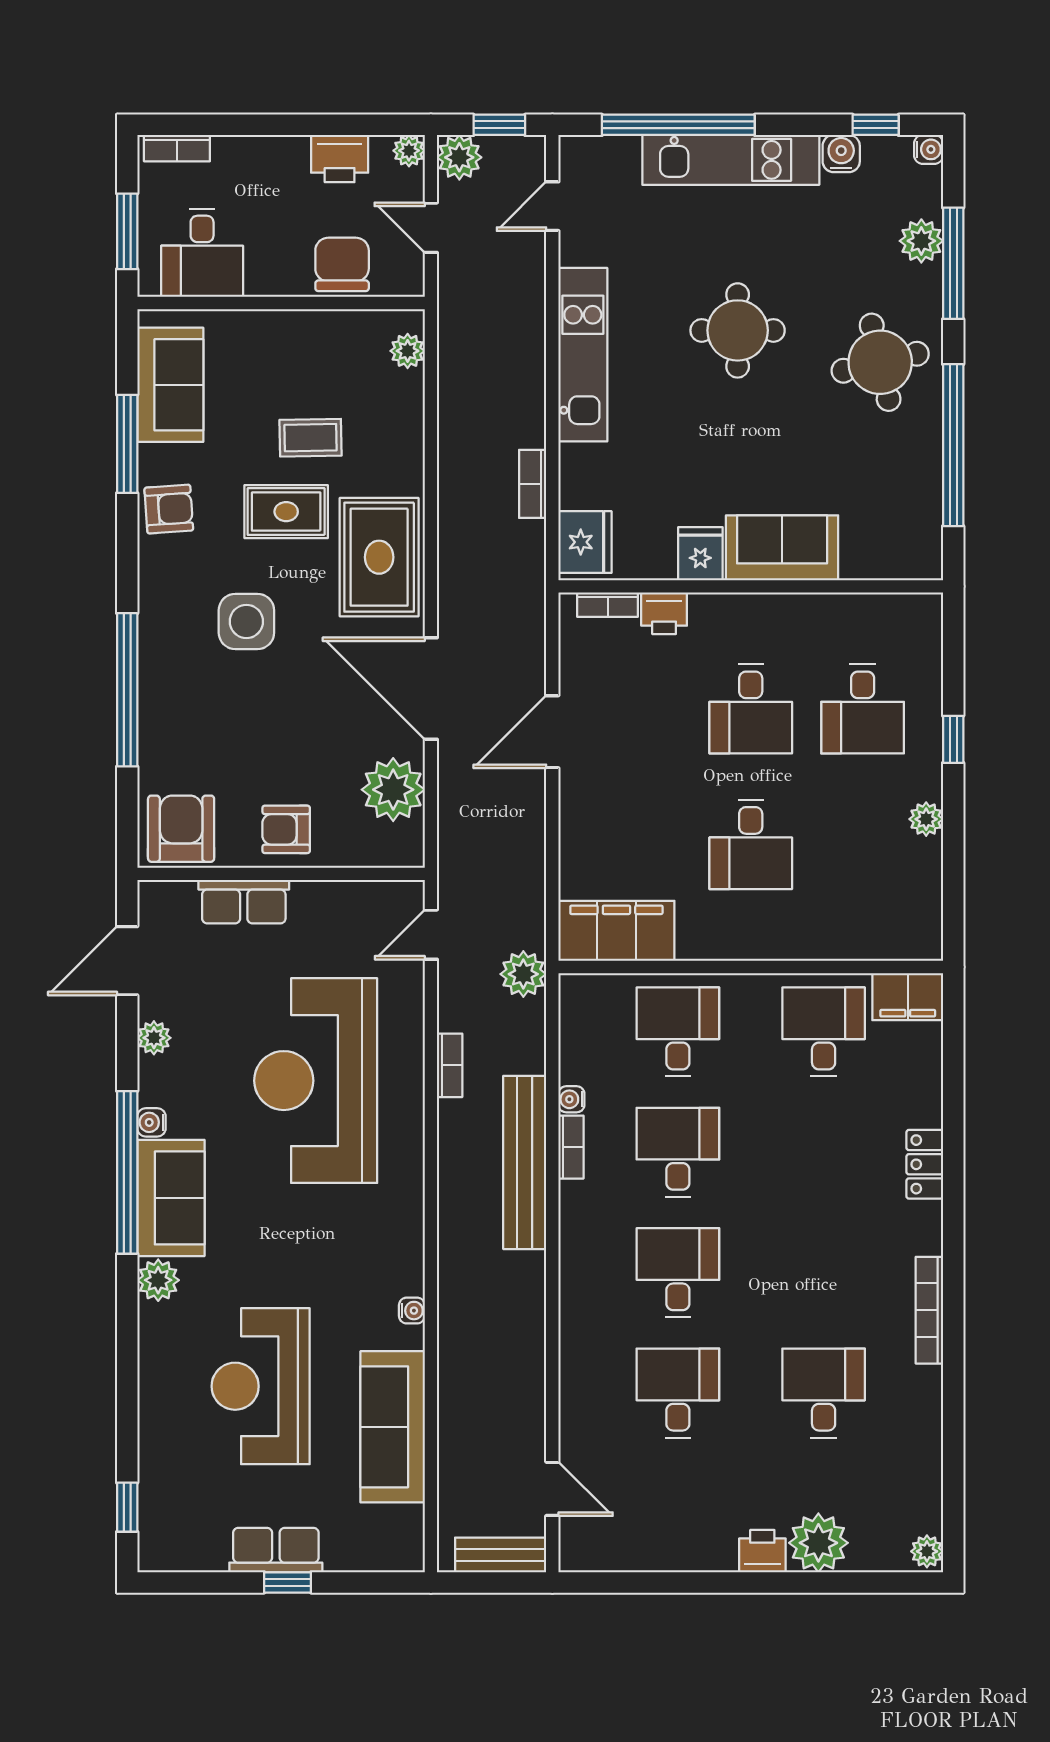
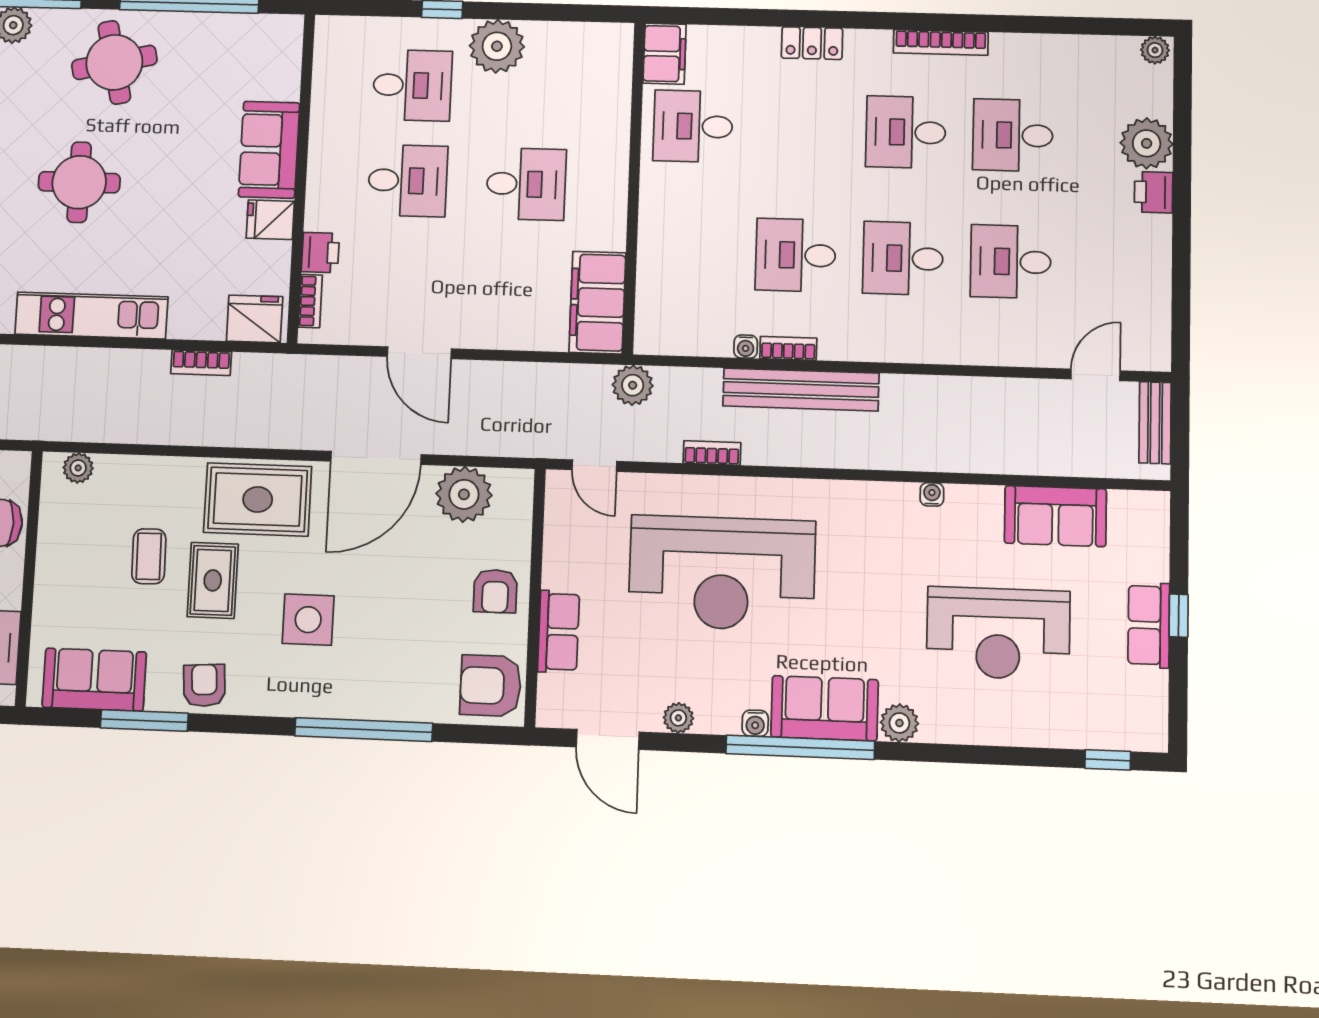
plant: (926, 819) -> (497, 46), width x1.88, depth x1.88
desk: (678, 1032) -> (906, 132), moved
sofa: (393, 1427) -> (1055, 516), width x0.73

